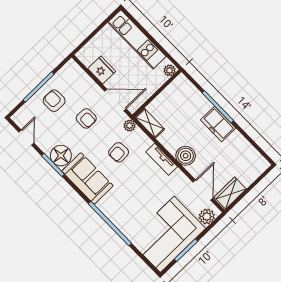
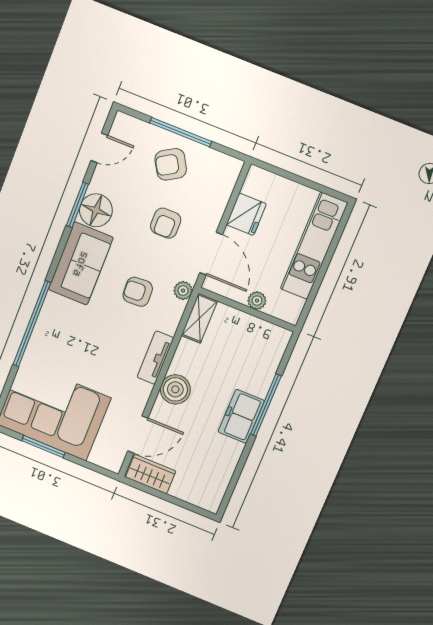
plant: (170, 70) -> (257, 301), moved
armchair: (54, 101) -> (171, 164), turned -121
plant: (207, 216) -> (103, 456), removed

